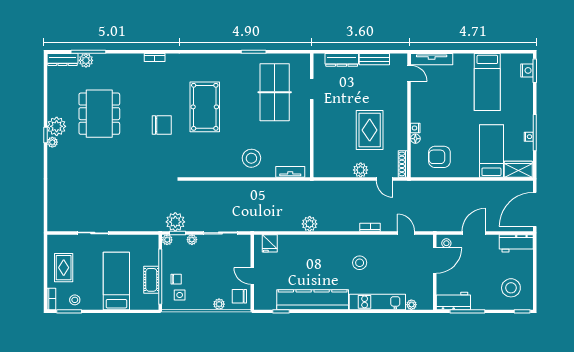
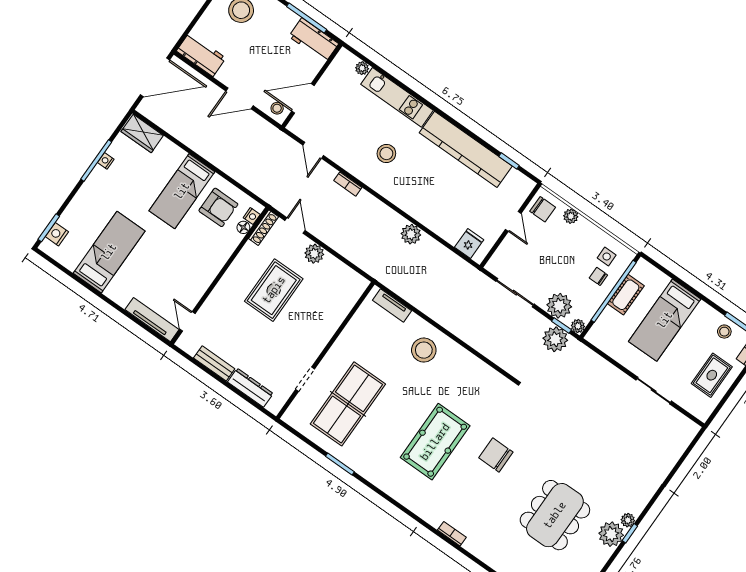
nightstand: (415, 128) -> (252, 216), moved
floor lamp: (415, 139) -> (243, 227), moved
bed: (491, 151) -> (182, 191), moved
plant: (192, 240) -> (559, 306), width x1.88, depth x1.88

